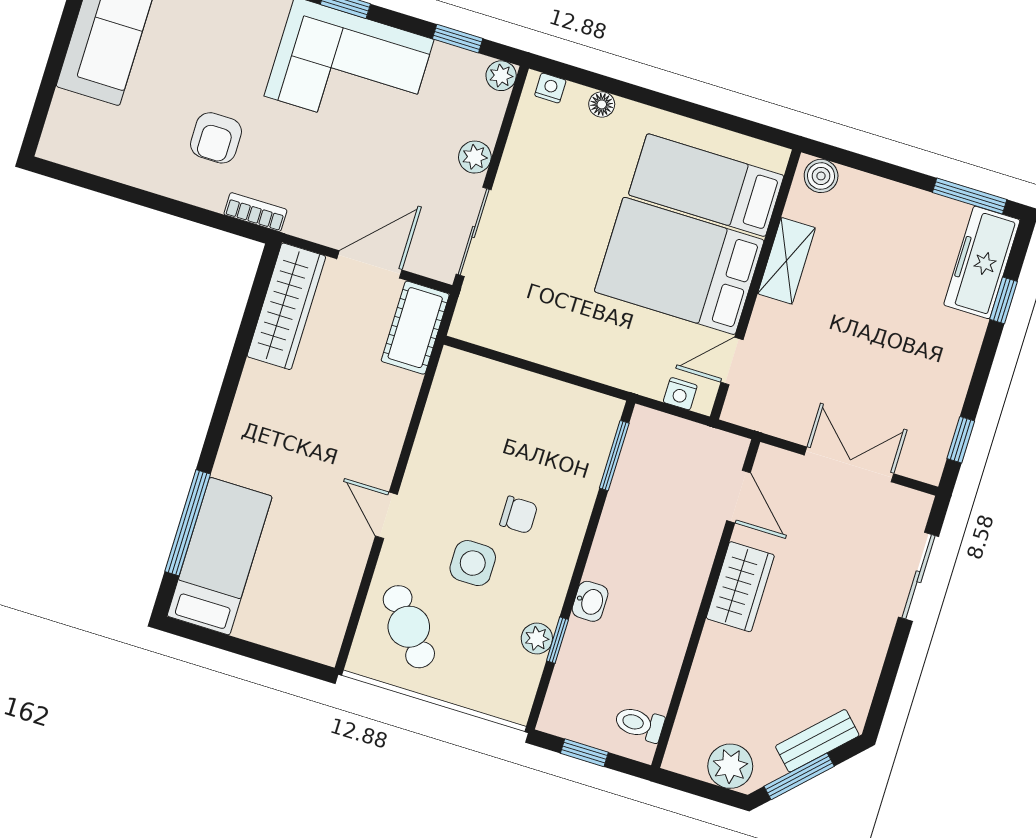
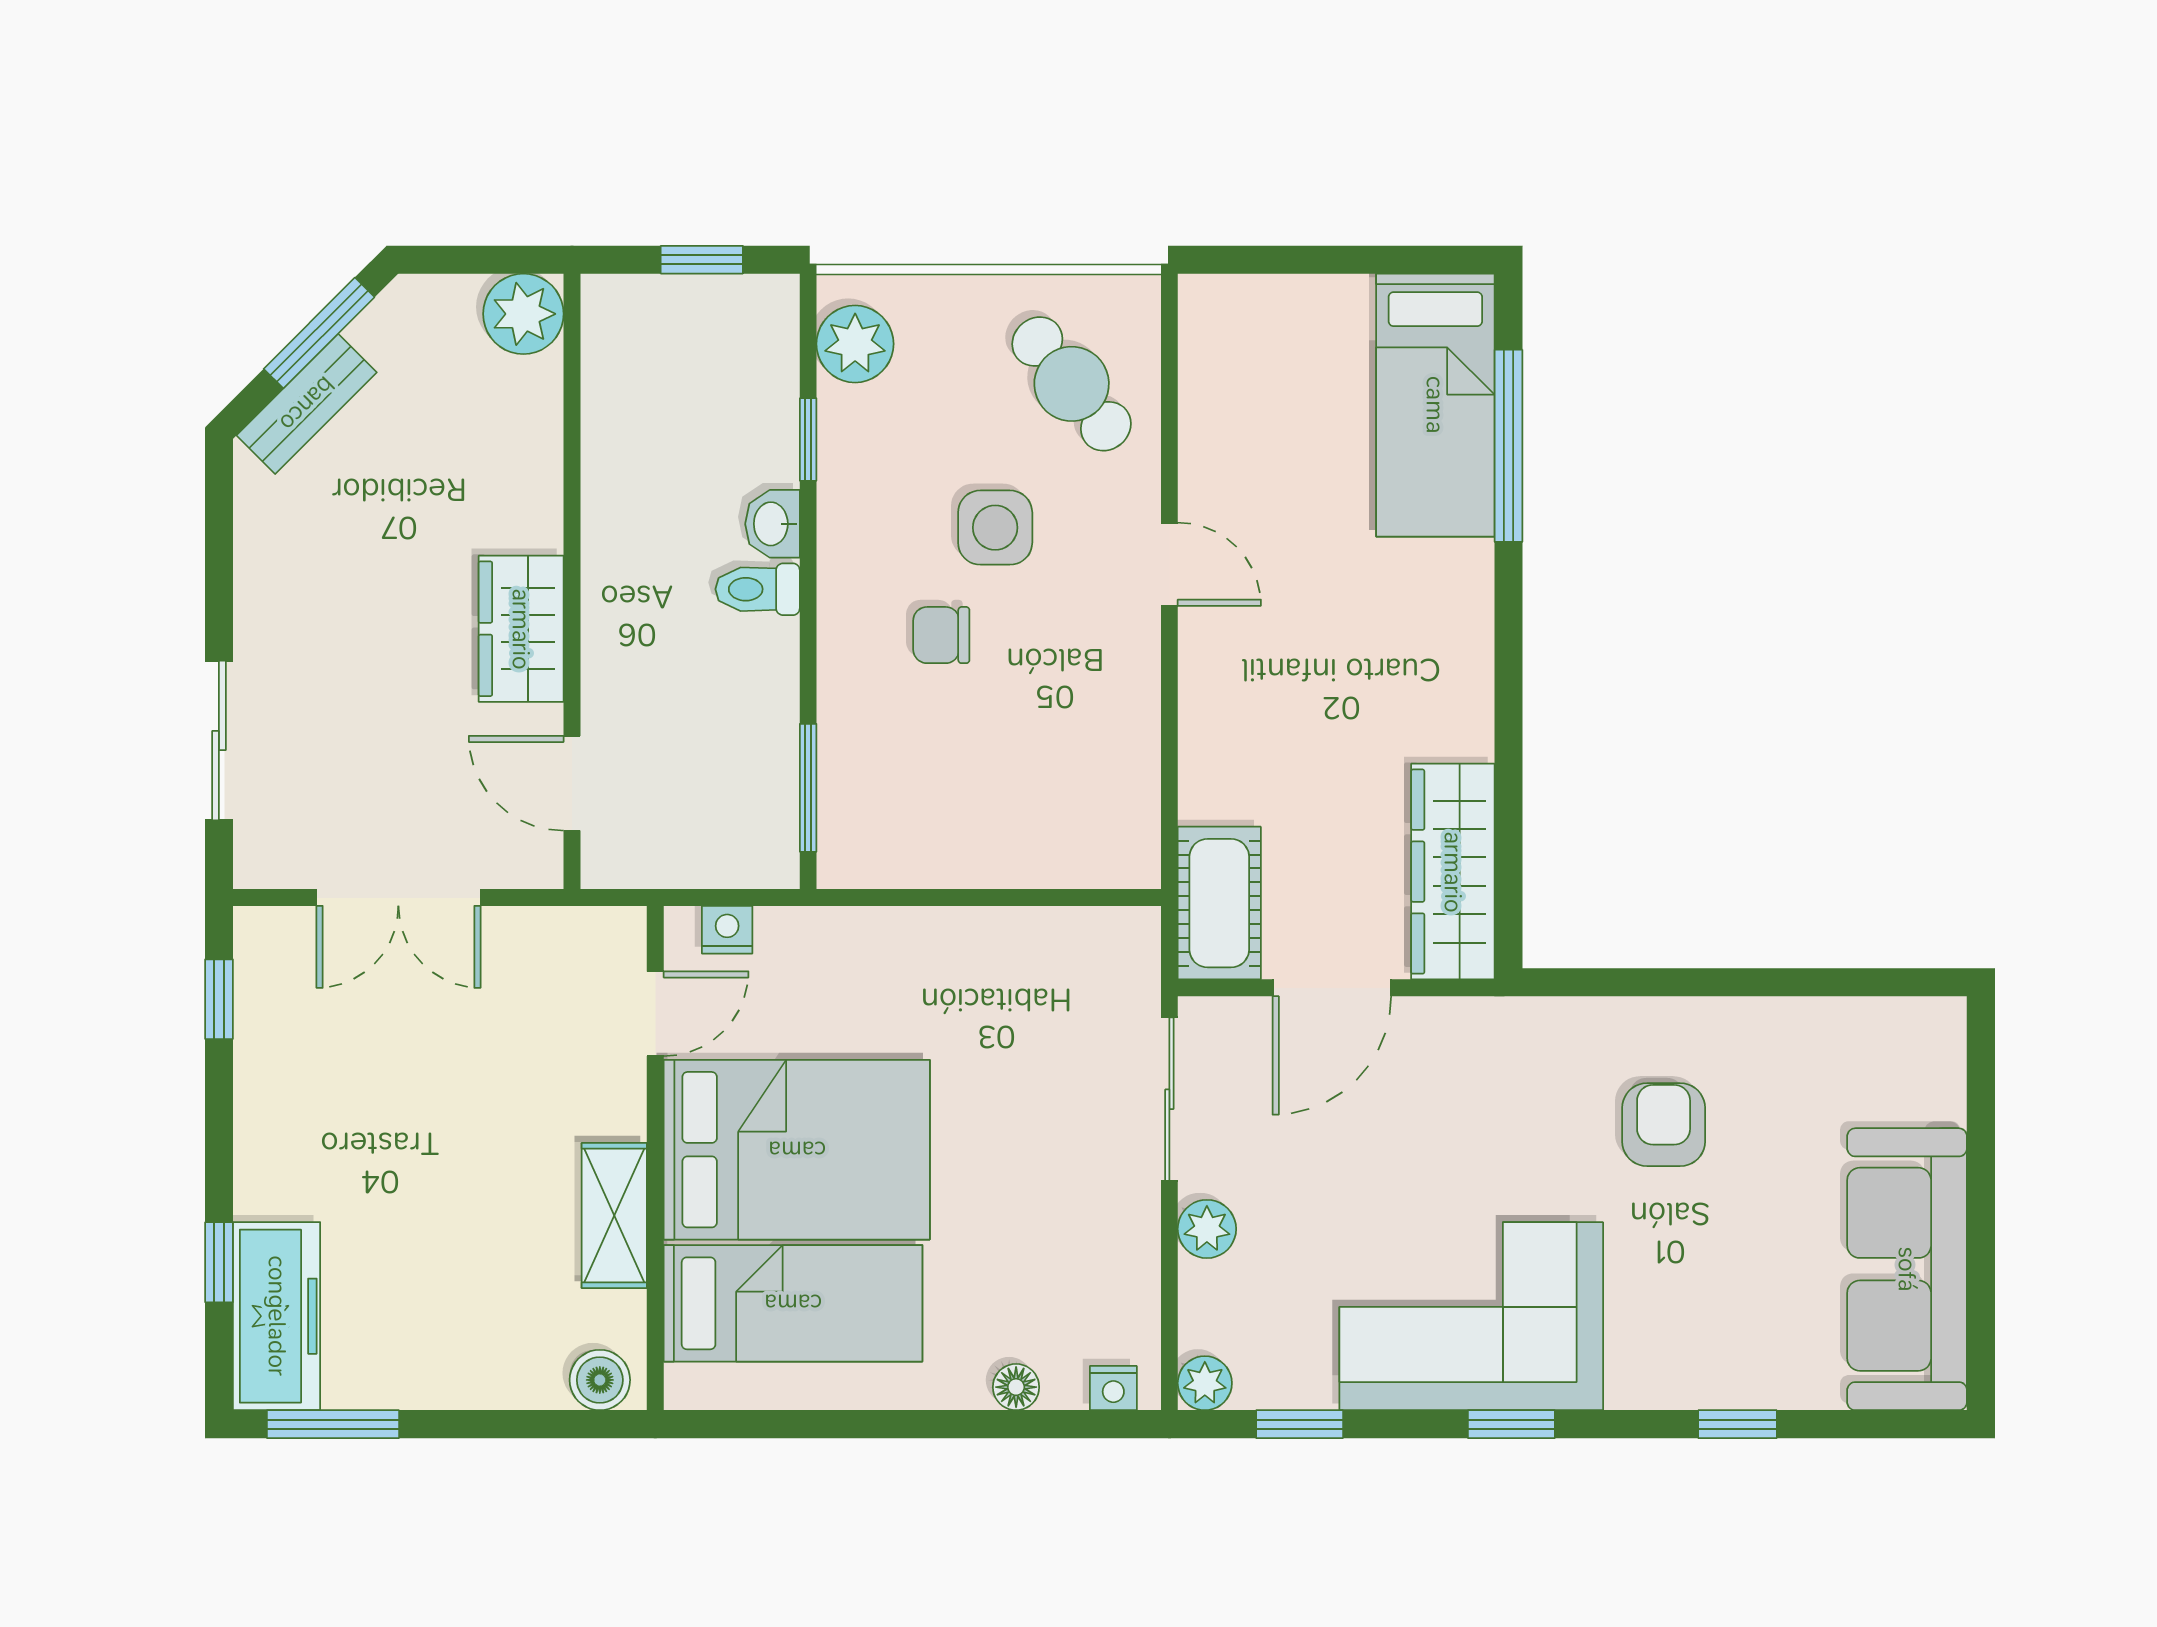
bookcase: (255, 212) -> (1556, 1018), removed
plant: (537, 639) -> (855, 344), moved, width x1.38, depth x1.38
toilet: (639, 724) -> (758, 589), moved, turned 180
plant: (730, 766) -> (523, 314), moved

